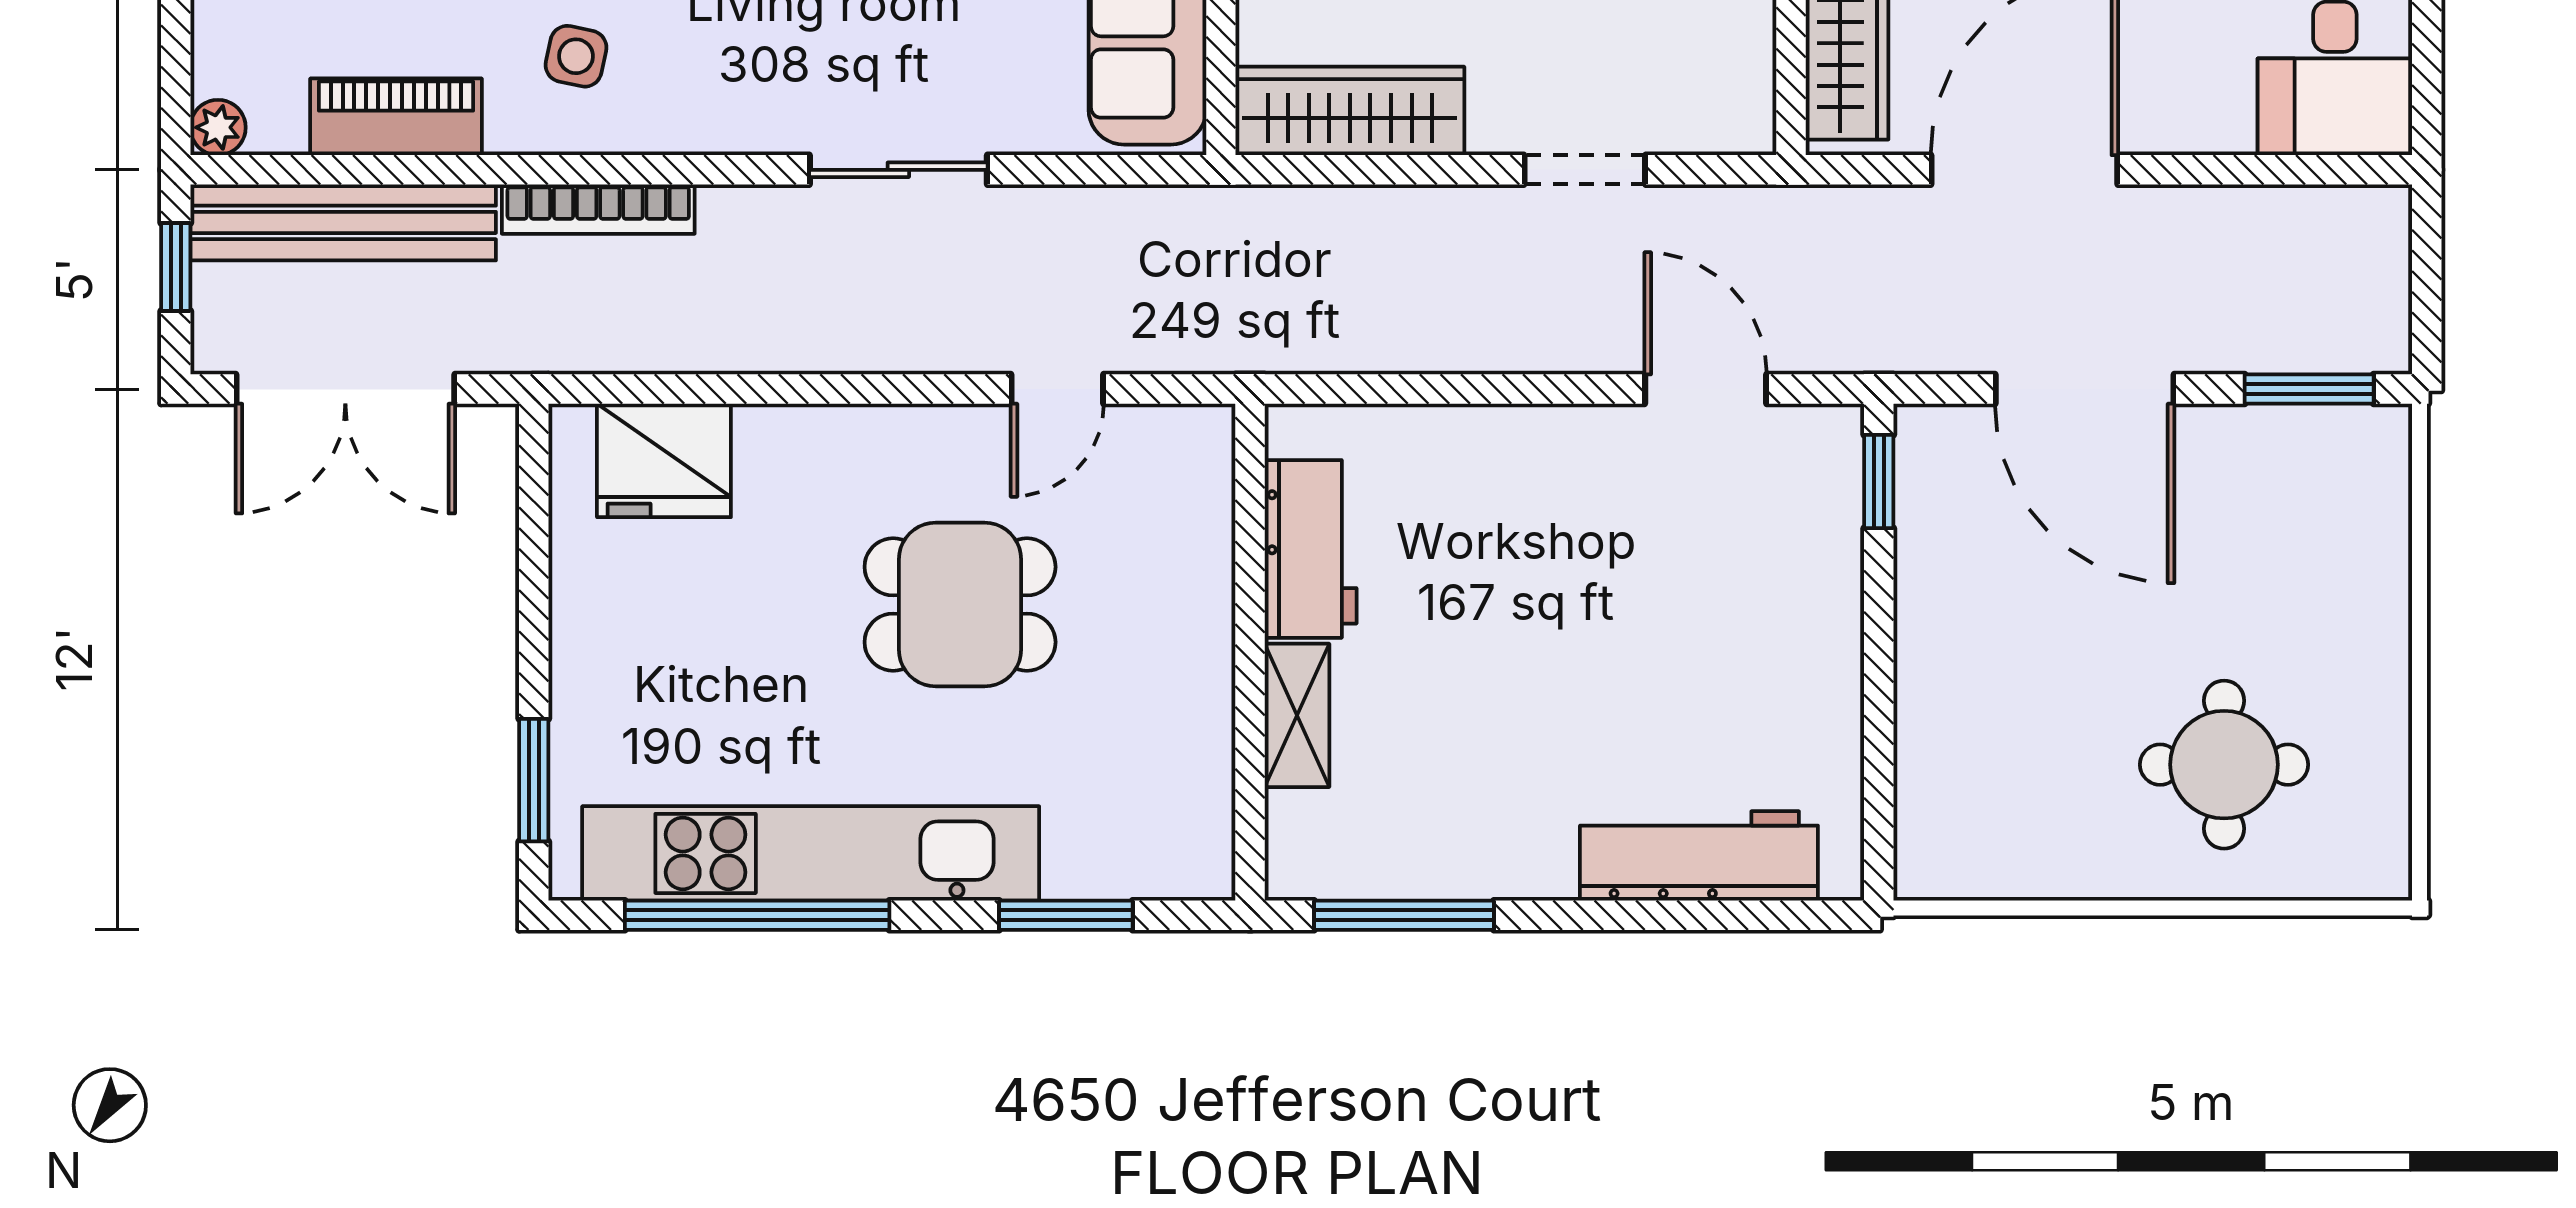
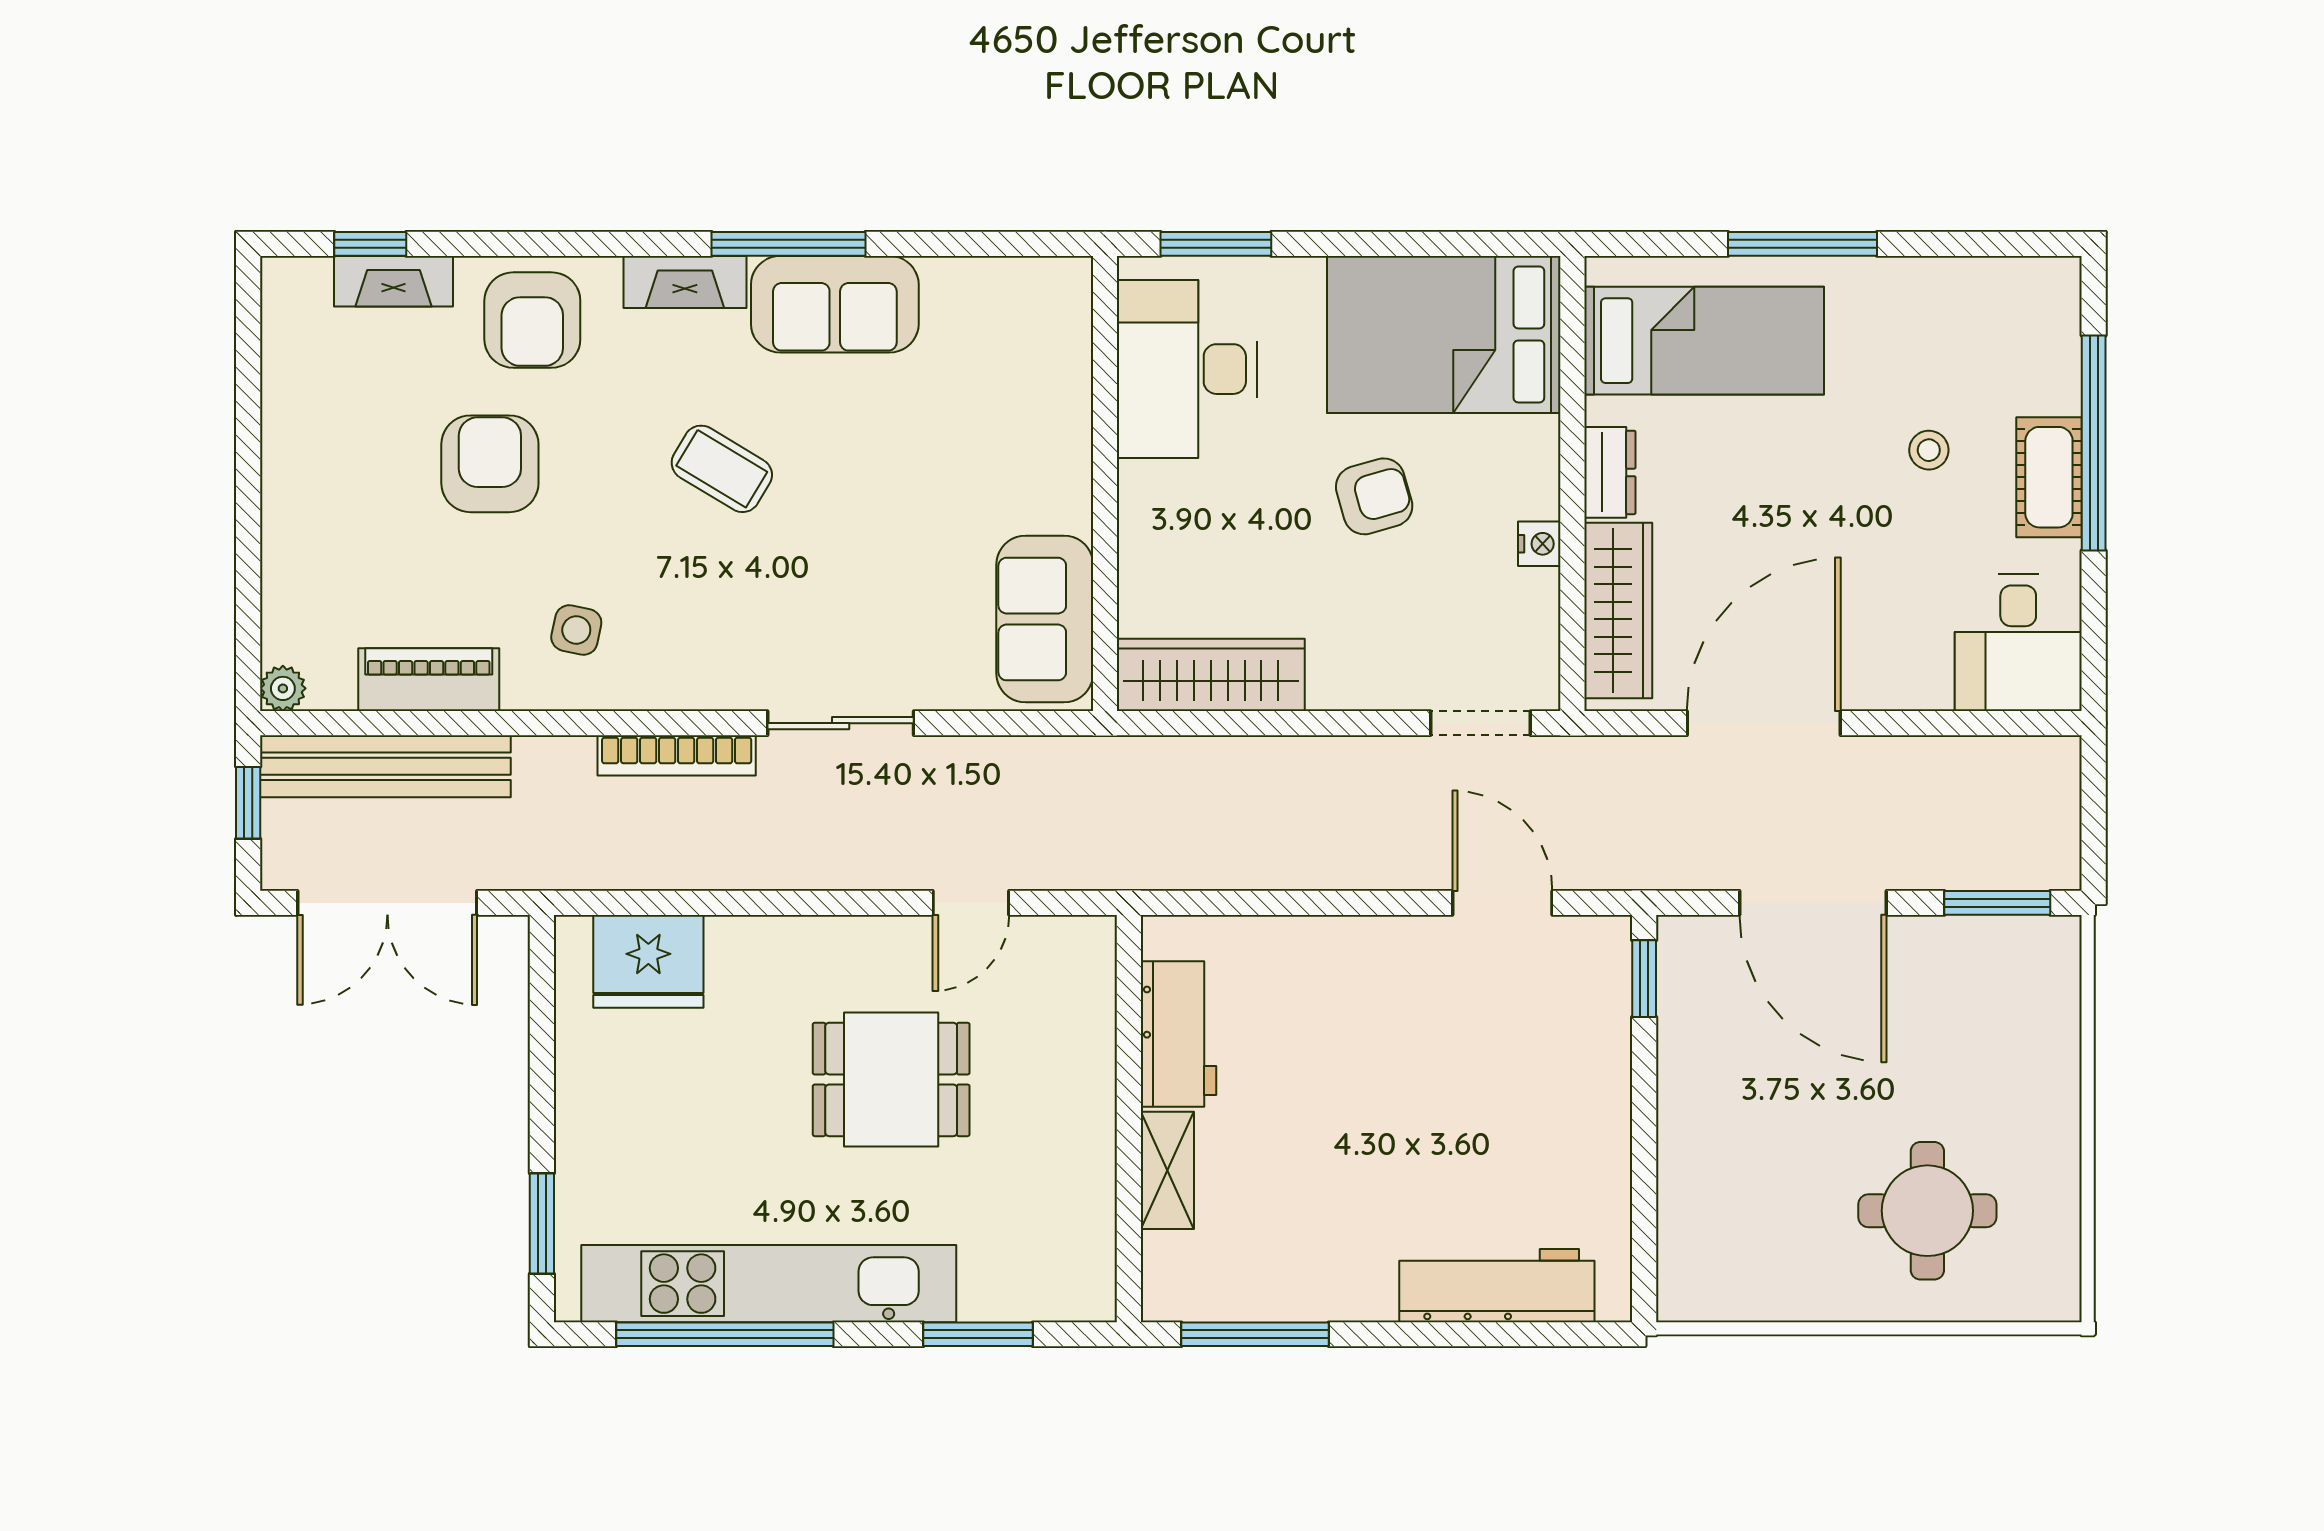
doorway: (1585, 170) -> (1481, 723), moved
bookcase: (598, 209) -> (677, 755), moved

